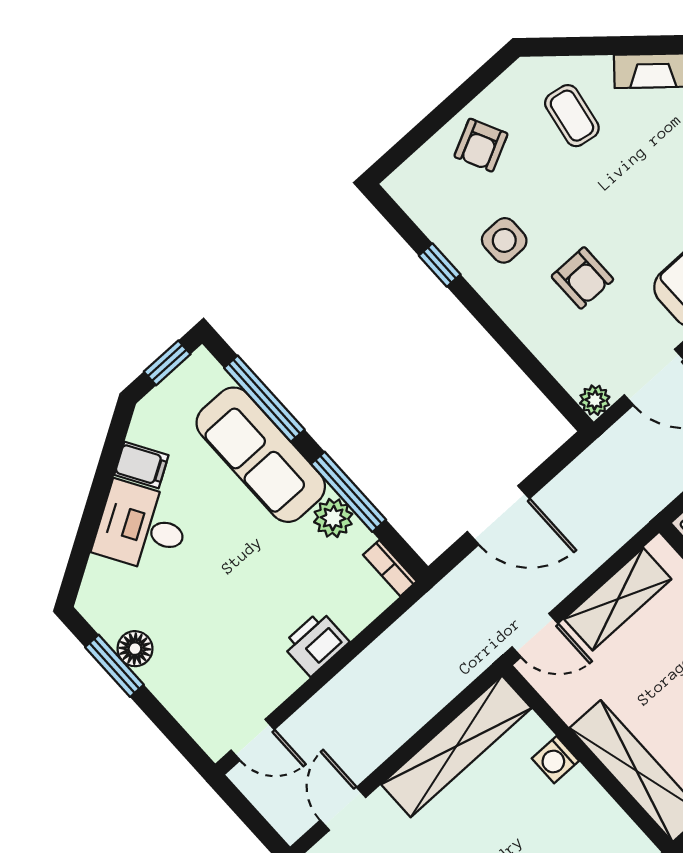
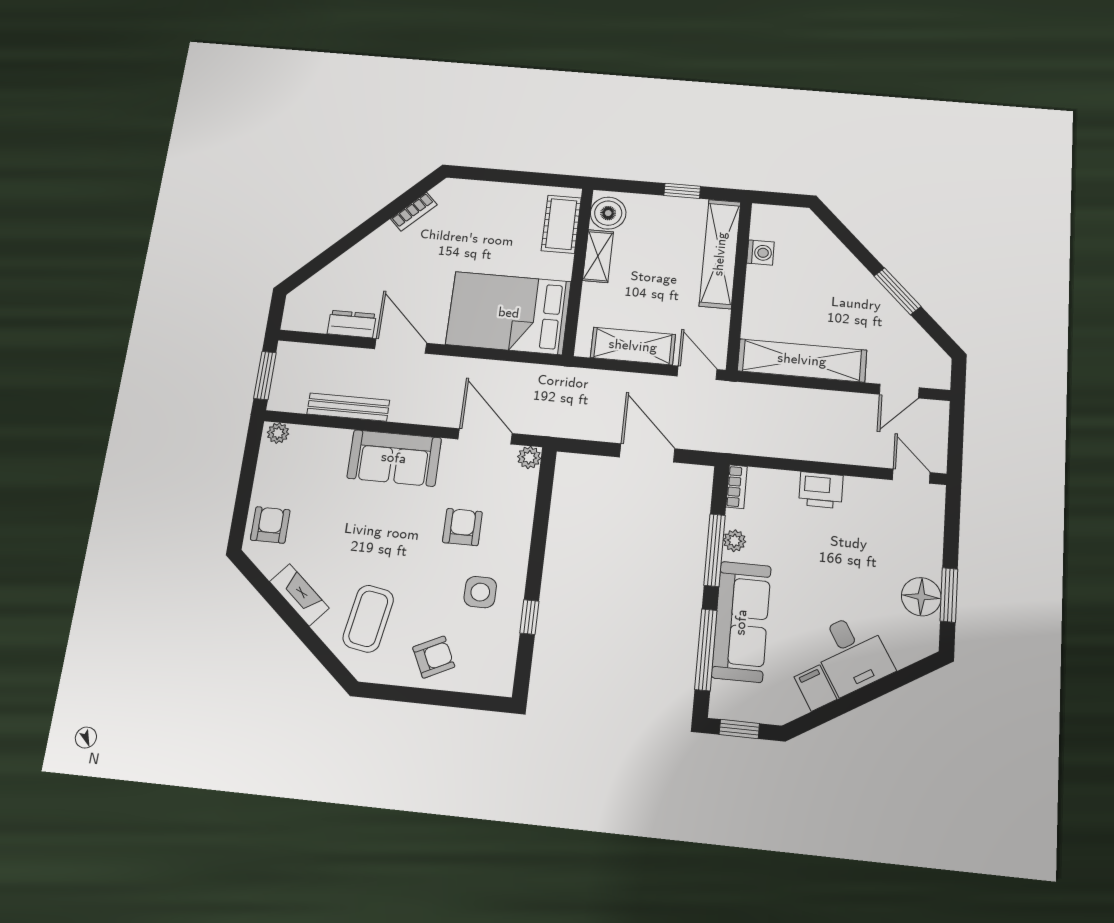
coffee table: (572, 116) -> (368, 619), width x1.36, depth x1.30
plant: (333, 518) -> (734, 541), width x0.73, depth x0.73
floor lamp: (135, 649) -> (921, 597), width x1.38, depth x1.38
washing machine: (555, 760) -> (760, 253), moved

